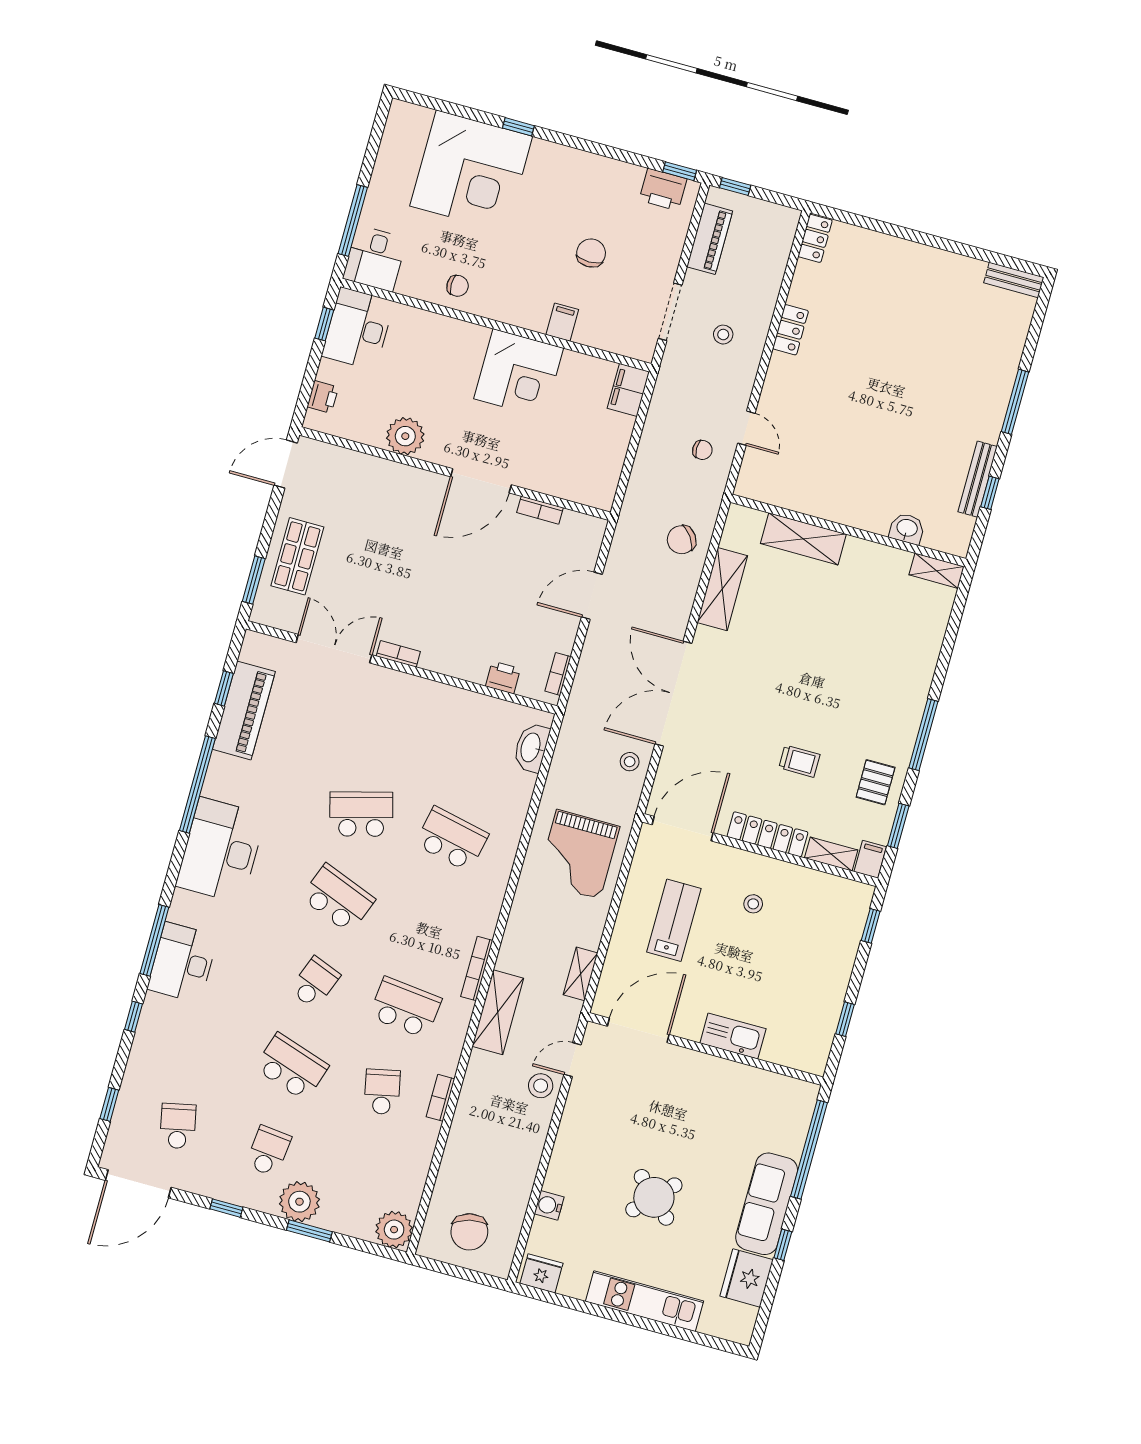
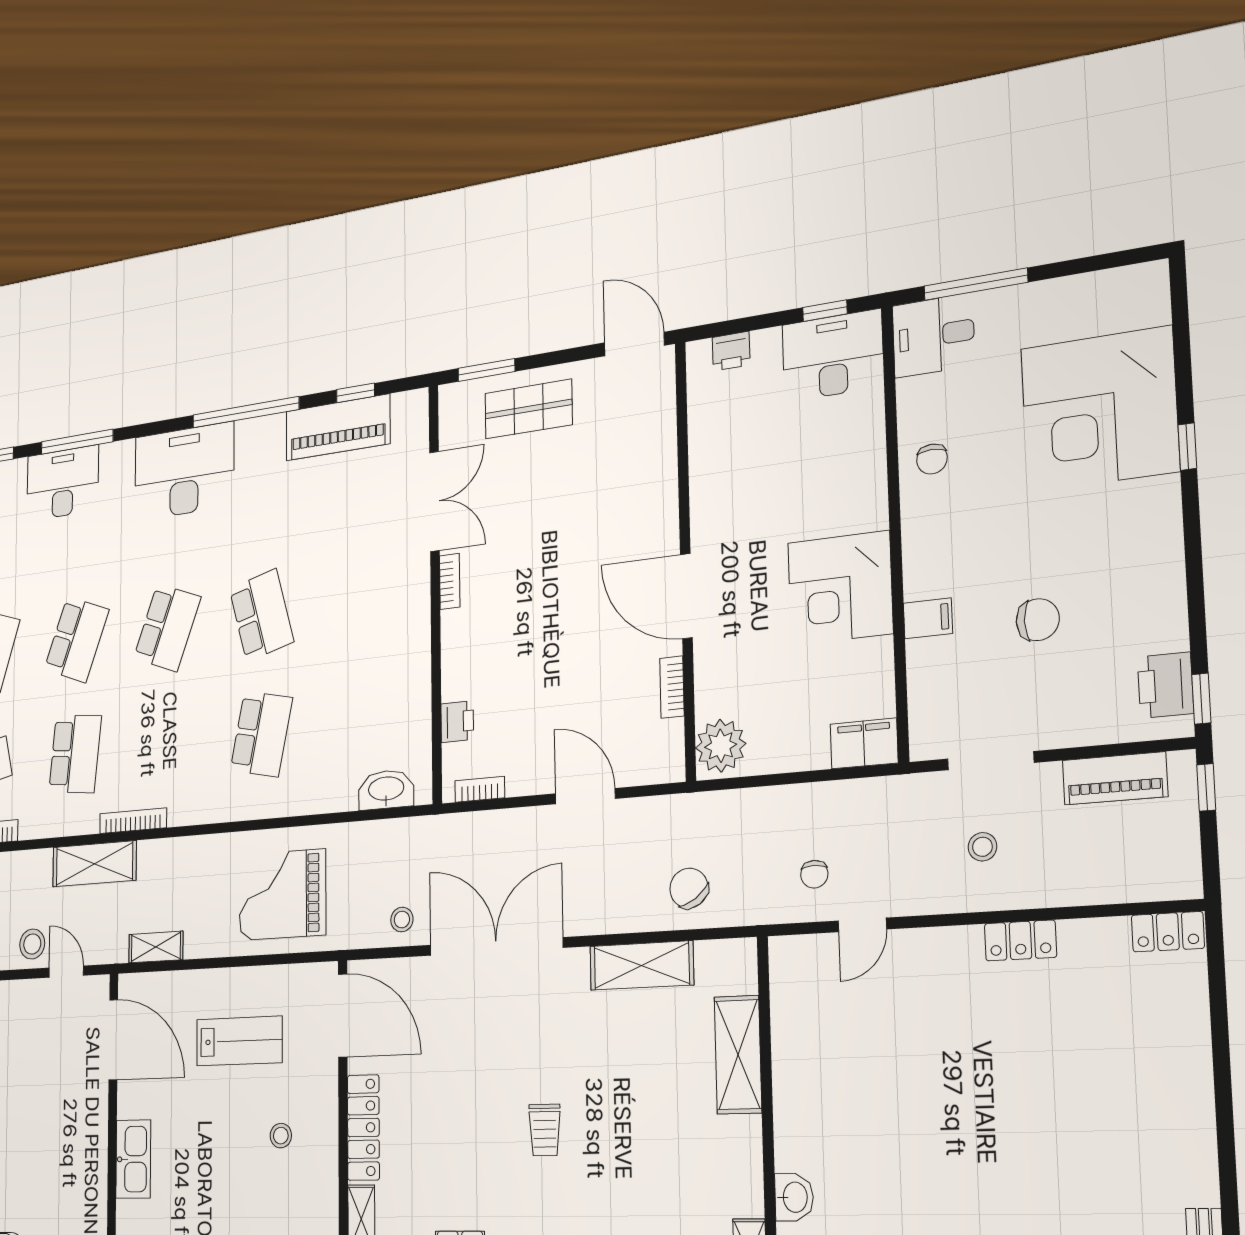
plant: (405, 436) -> (721, 746), moved
trolley: (799, 761) -> (545, 1130), moved
school desk: (315, 983) -> (77, 639), width x1.85

